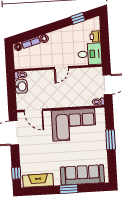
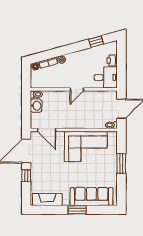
window: (16, 173) -> (26, 176), moved

